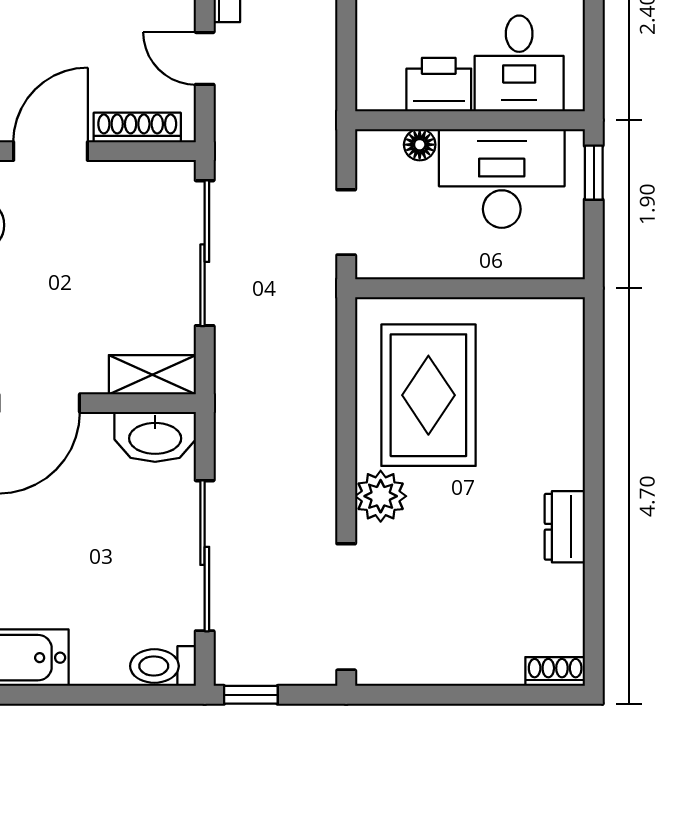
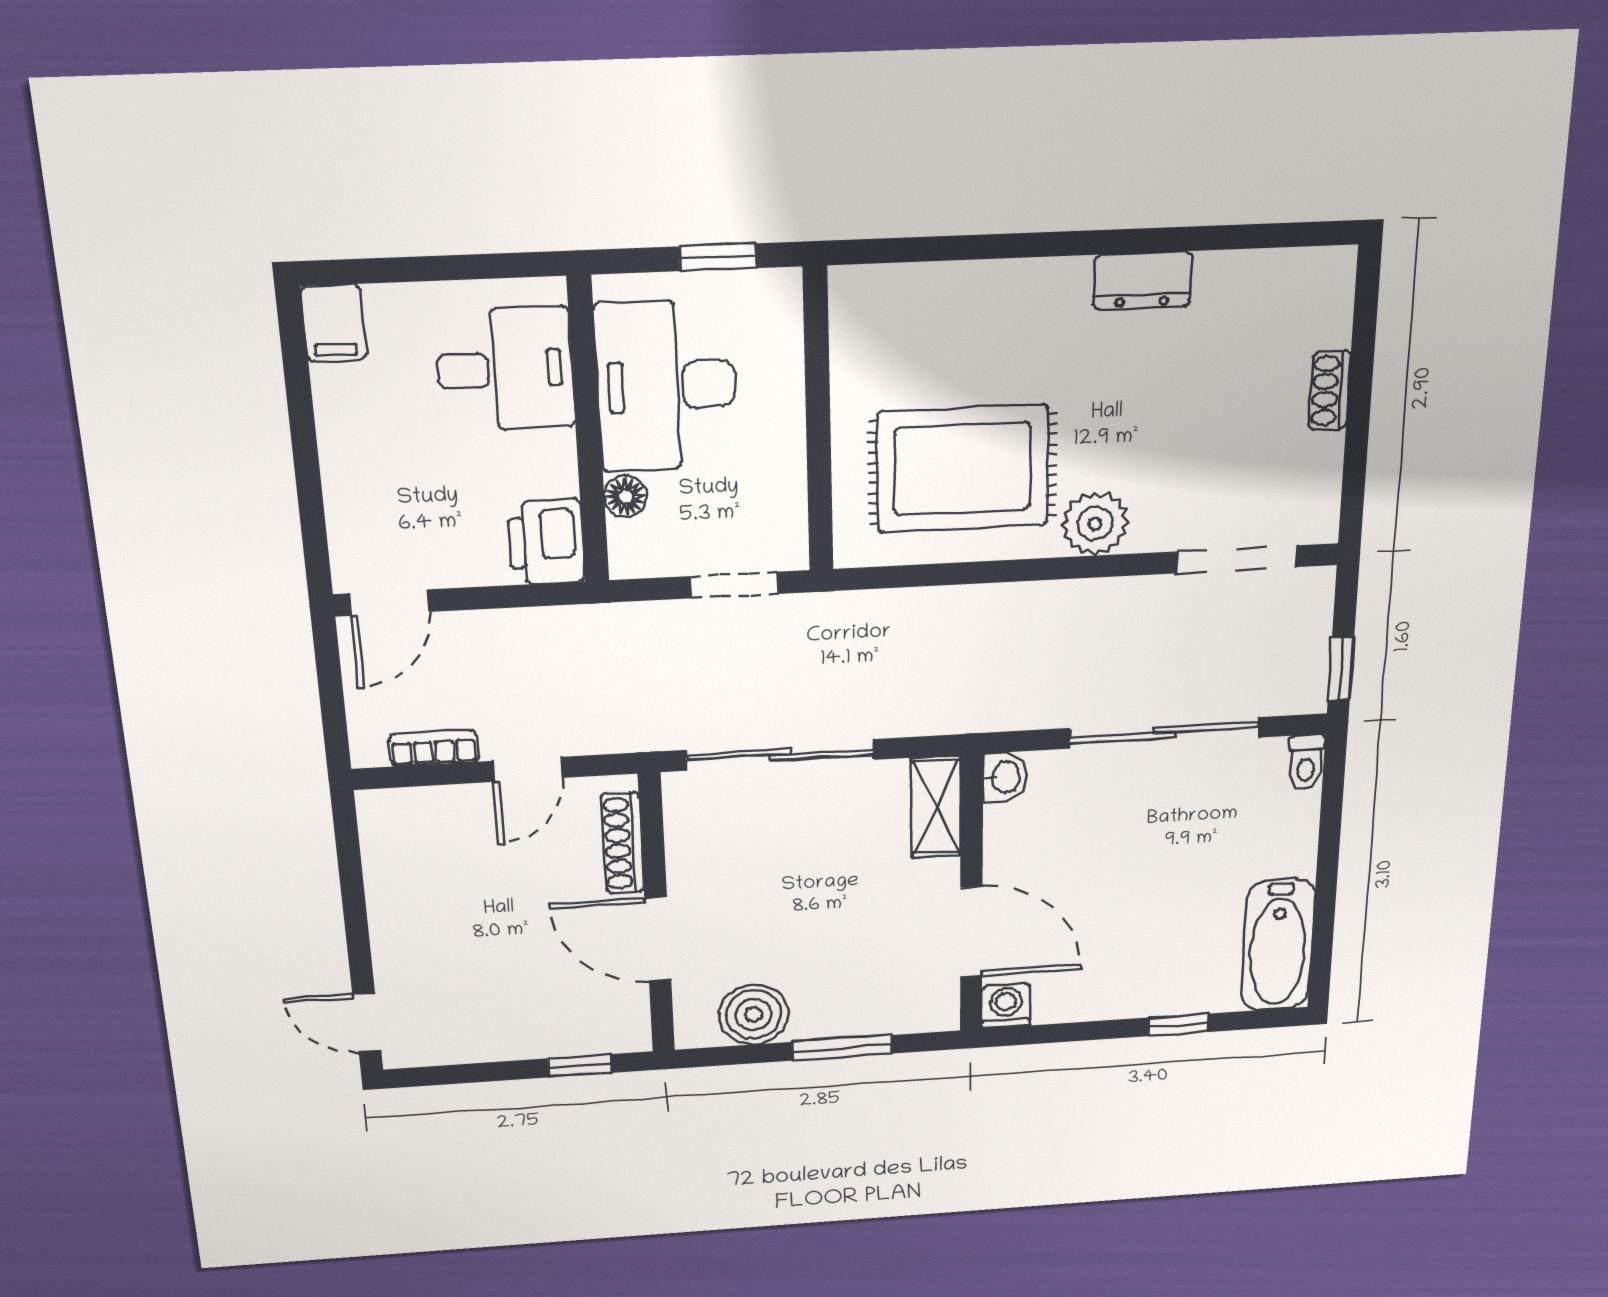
printer: (439, 85) -> (546, 542), moved
window: (594, 173) -> (717, 257), moved
washbasin: (155, 437) -> (1005, 777), width x0.52, depth x0.69
doorway: (346, 607) -> (1237, 559), width x0.73
toilet: (163, 666) -> (1306, 762), width x0.73, depth x0.72
shoe rack: (555, 672) -> (1330, 390), moved

